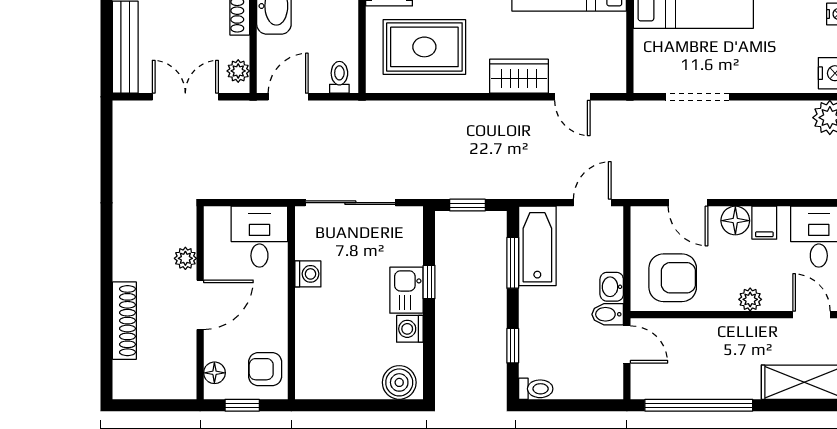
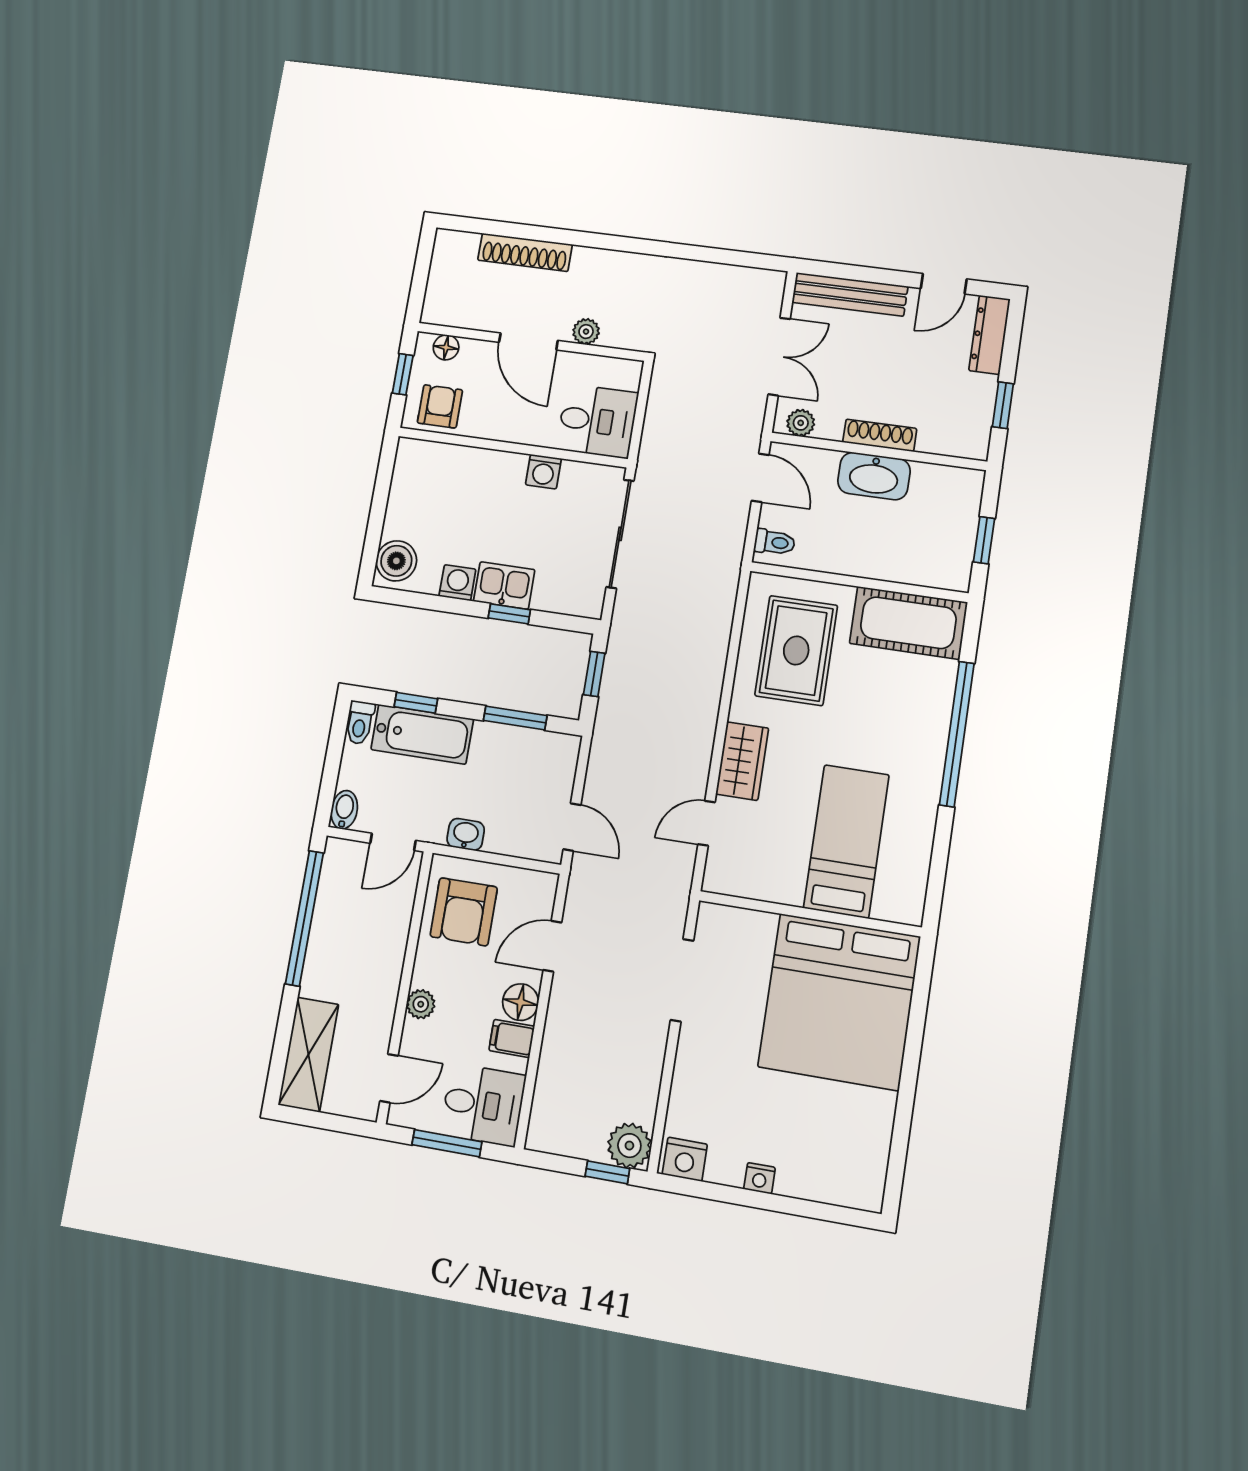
bathtub: (537, 246) -> (422, 734), moved
bidet: (608, 314) -> (344, 810), moved

